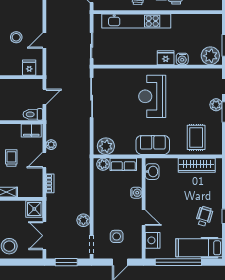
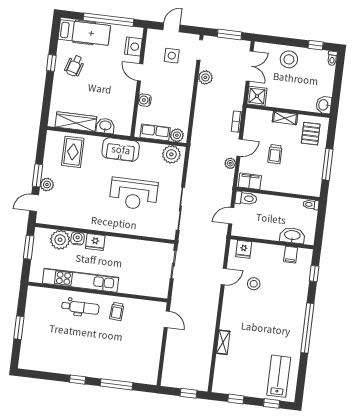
kitchen unit: (136, 21) -> (81, 280), moved
plant: (210, 56) -> (60, 240), moved
reception desk: (152, 96) -> (134, 194), moved, turned 90
washbasin: (152, 172) -> (105, 126), moved, turned 90

